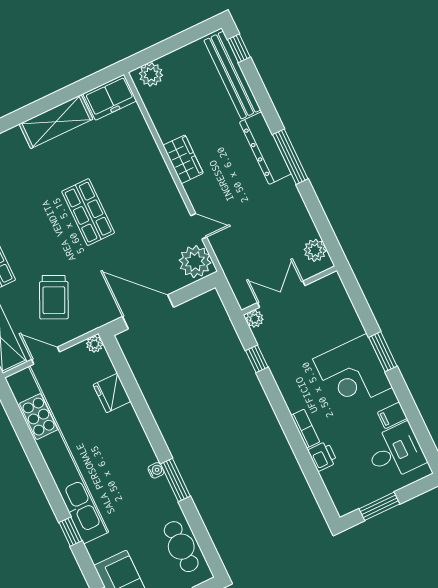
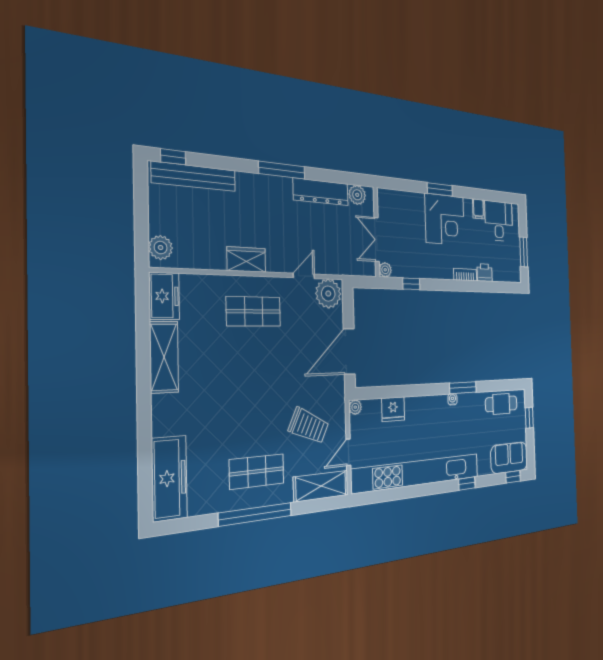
dresser: (265, 148) -> (321, 192), moved
shop shelf: (88, 212) -> (254, 311), moved

